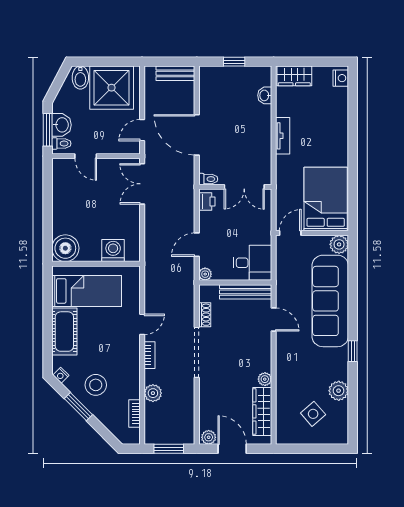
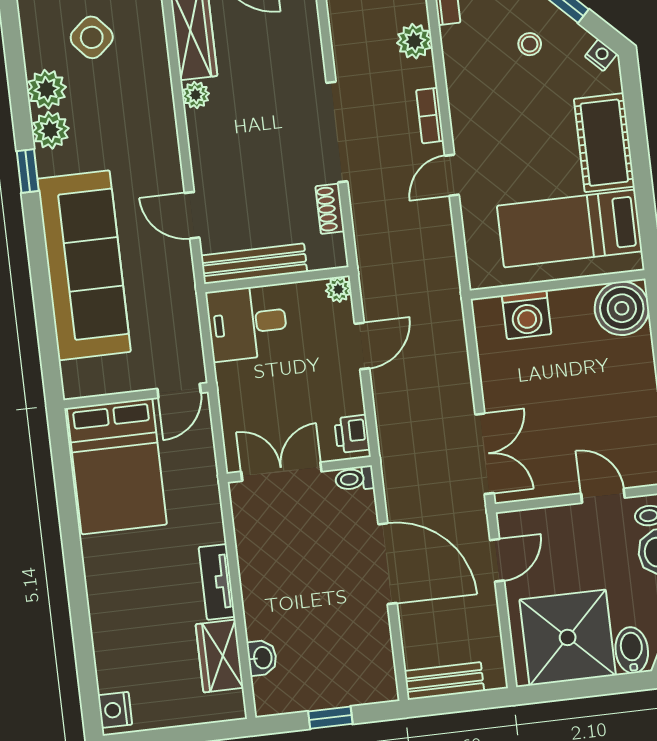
wardrobe: (294, 76) -> (220, 656), moved, turned -90
plant: (339, 244) -> (50, 130), moved
stool: (96, 385) -> (530, 44), width x0.53, depth x0.53

